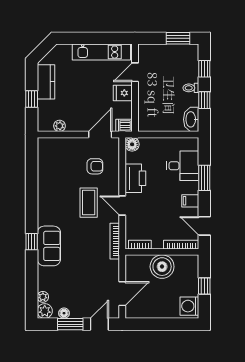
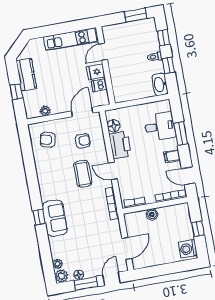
dishwasher: (124, 125) -> (99, 85), moved
floor lamp: (132, 144) -> (114, 126), moved
armchair: (57, 158) -> (48, 140), added
boiler: (162, 267) -> (152, 214), width x0.54, depth x0.54

